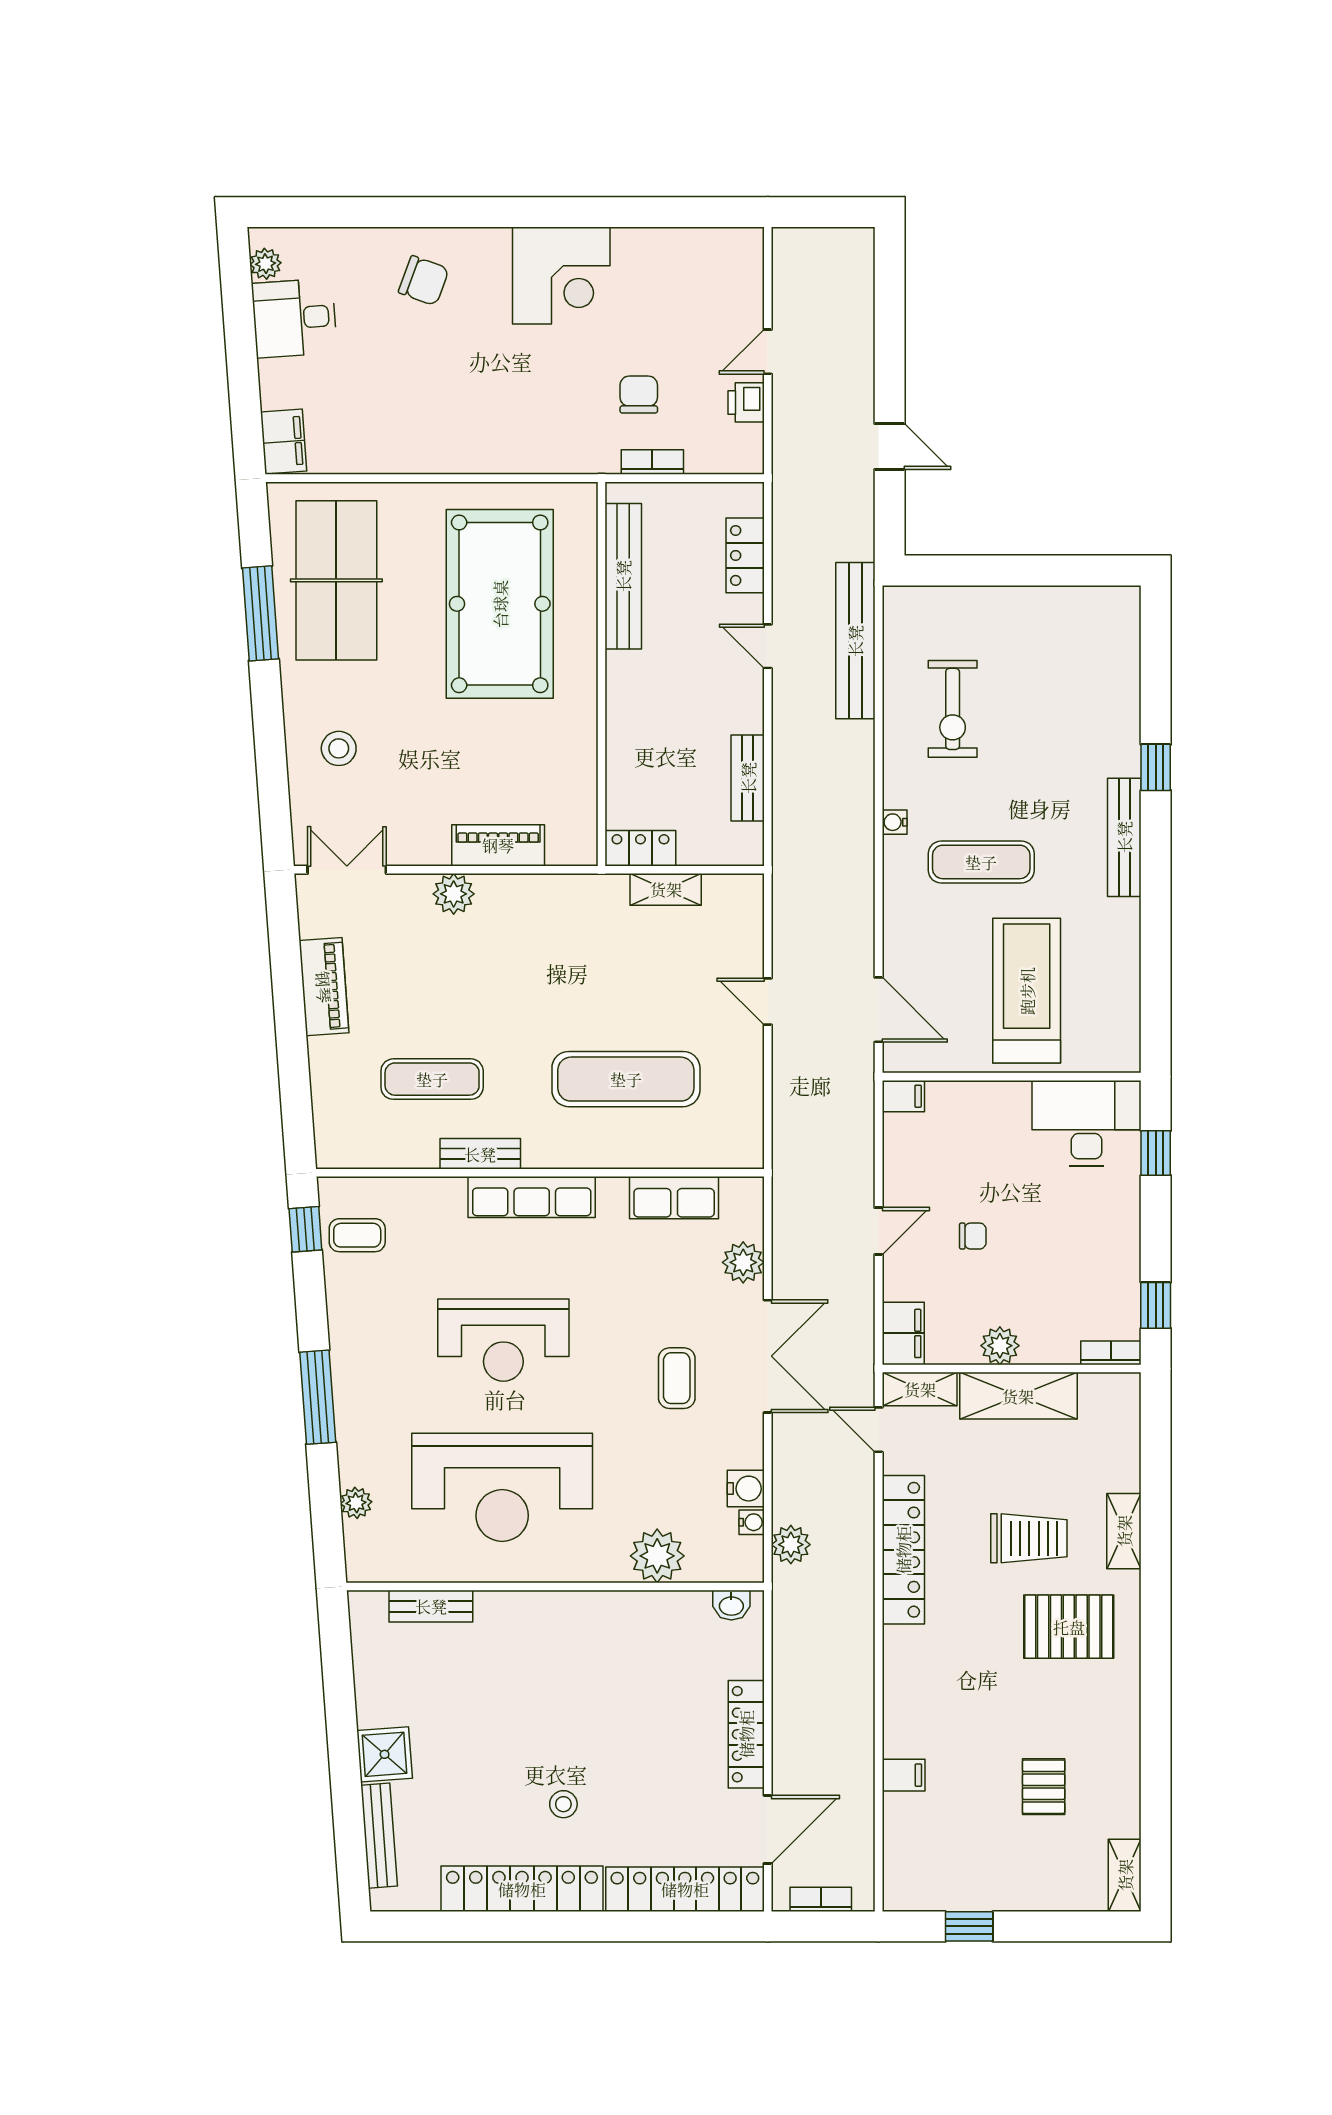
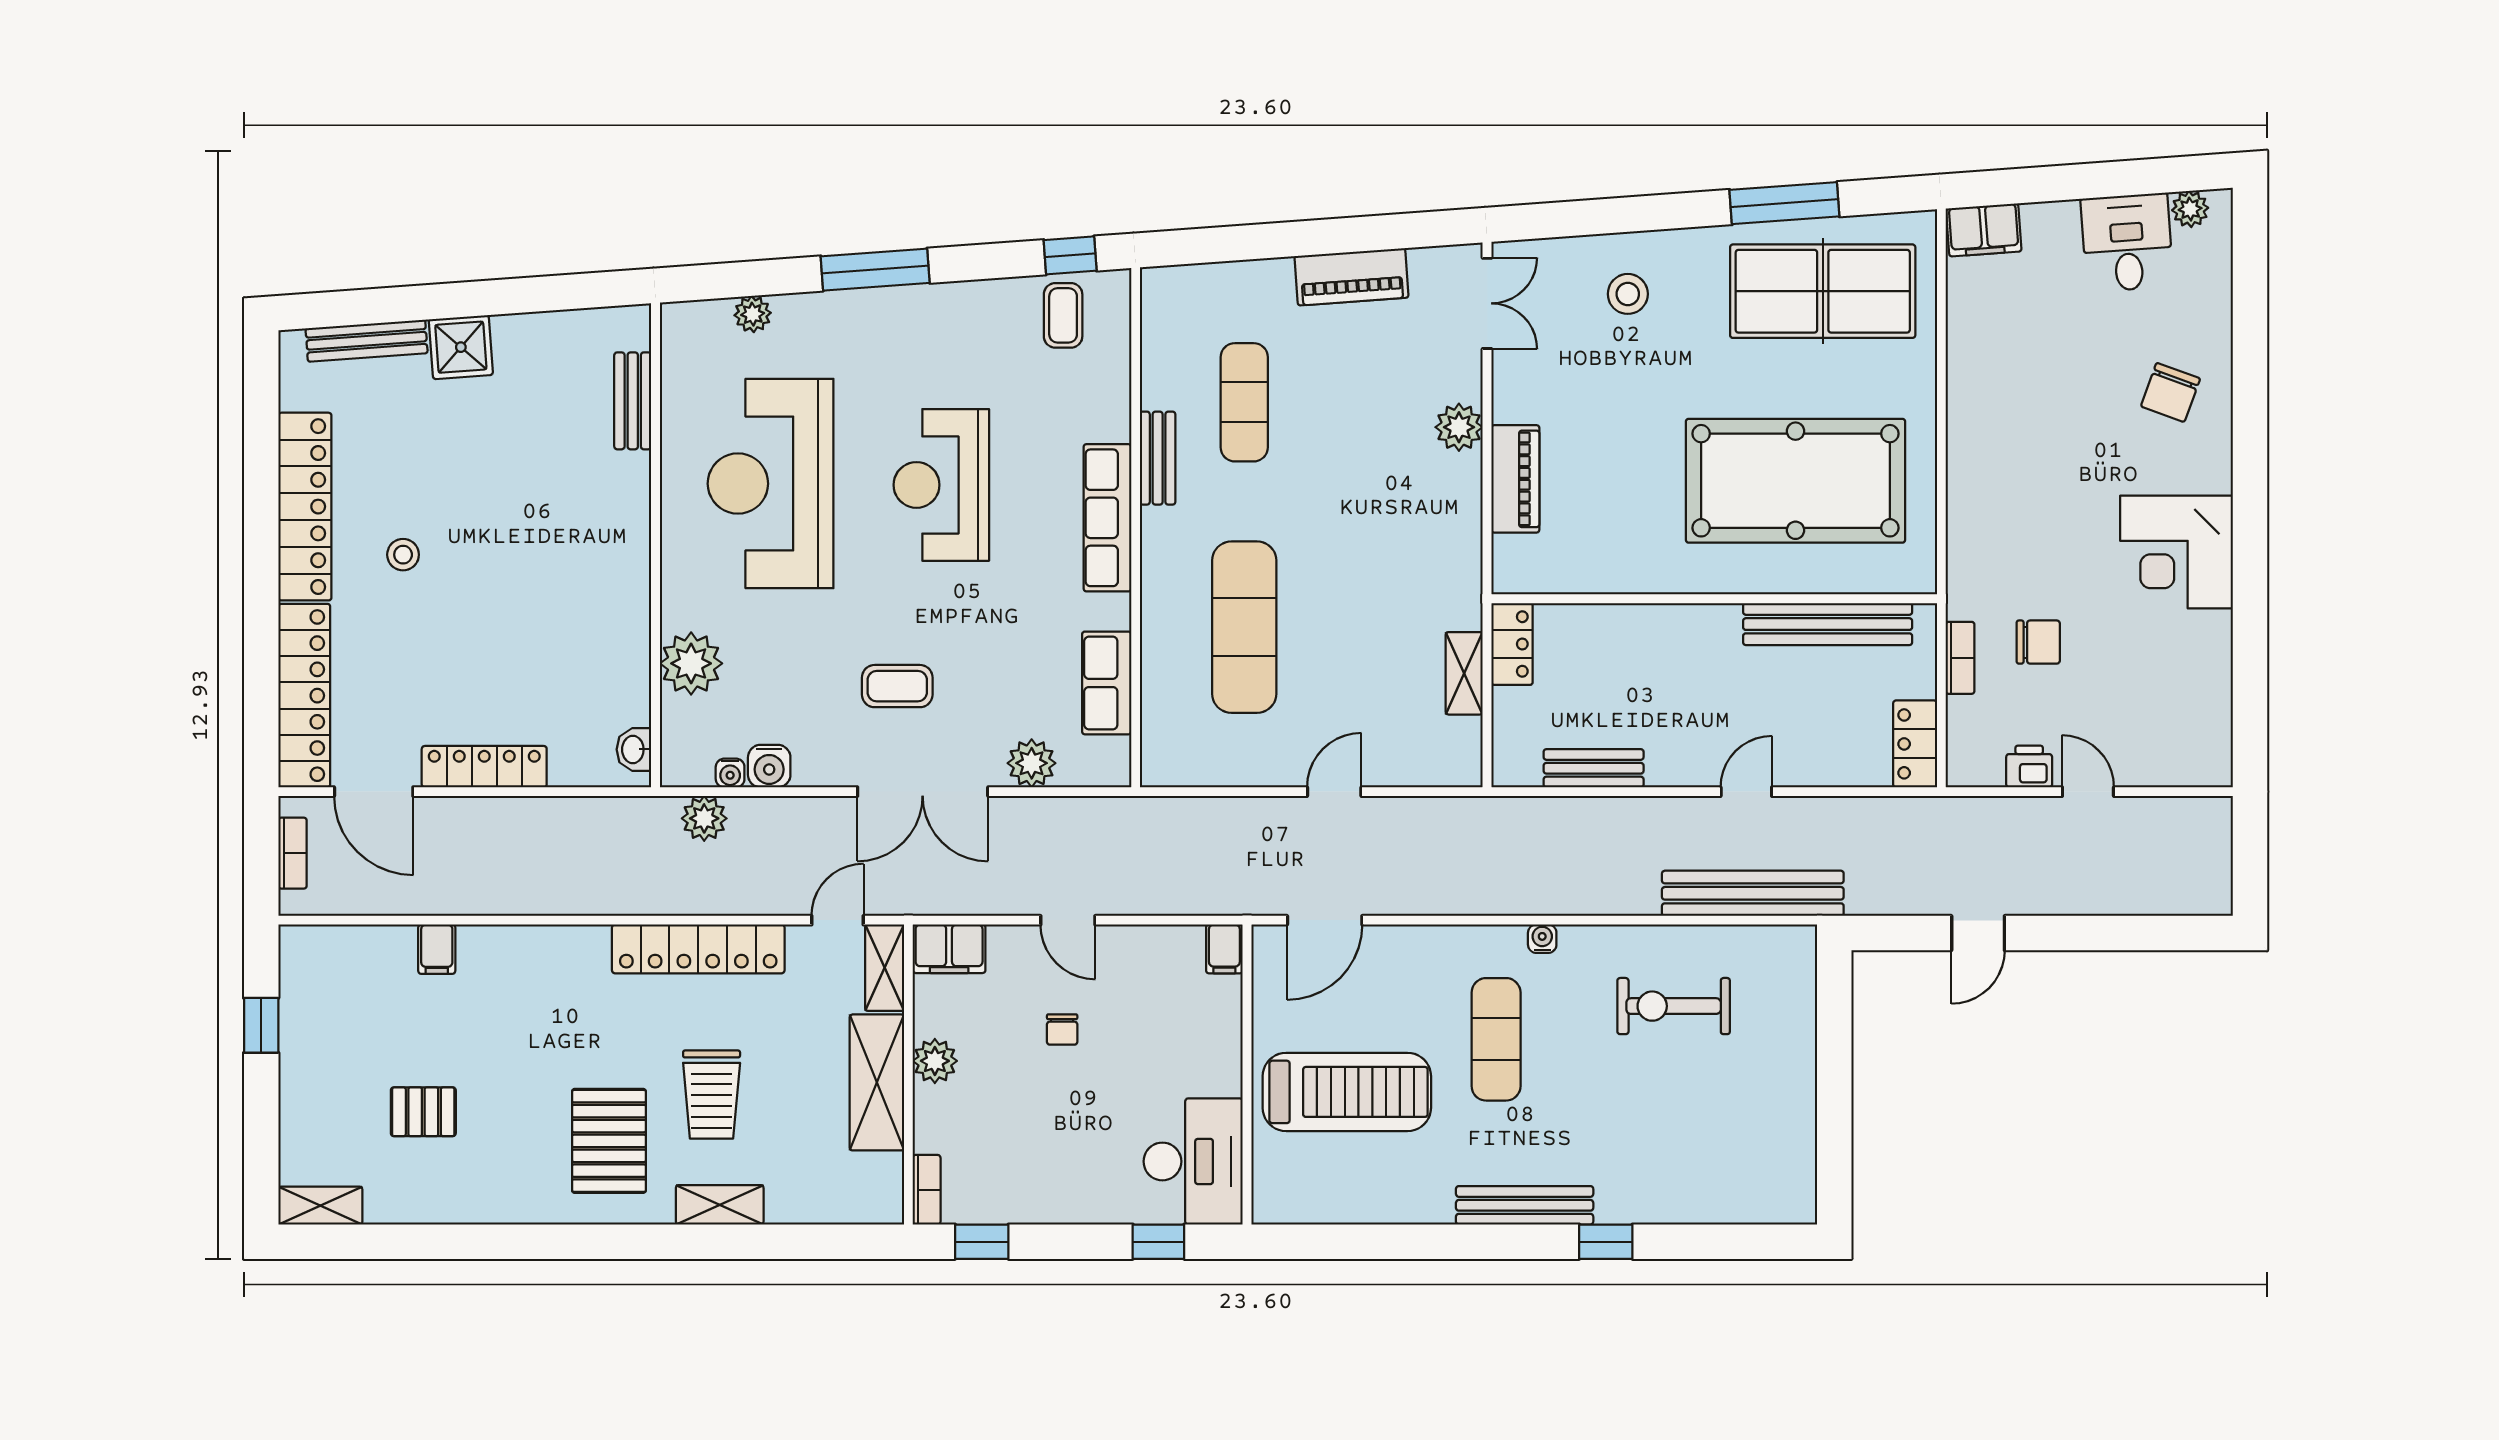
locker: (745, 555) -> (1915, 744), moved, turned -90

